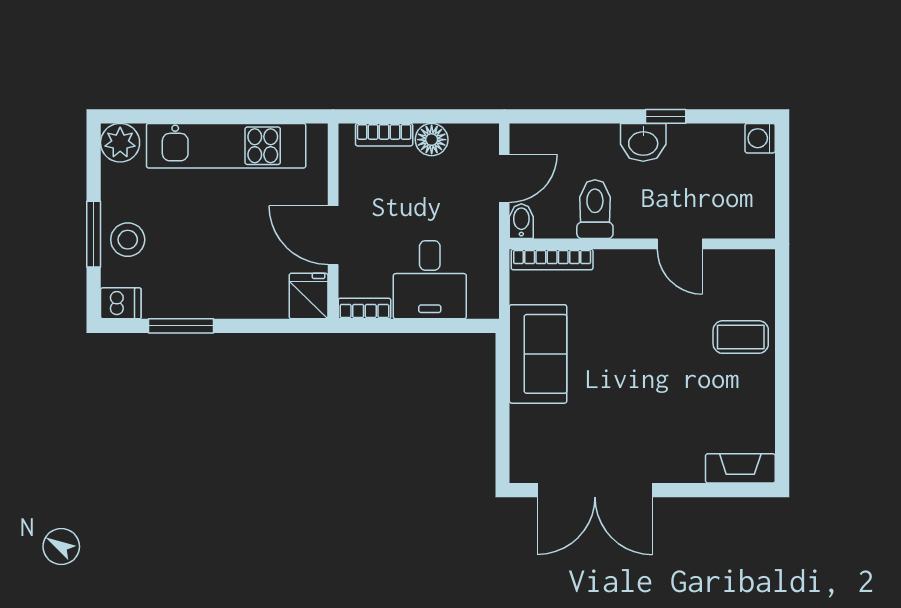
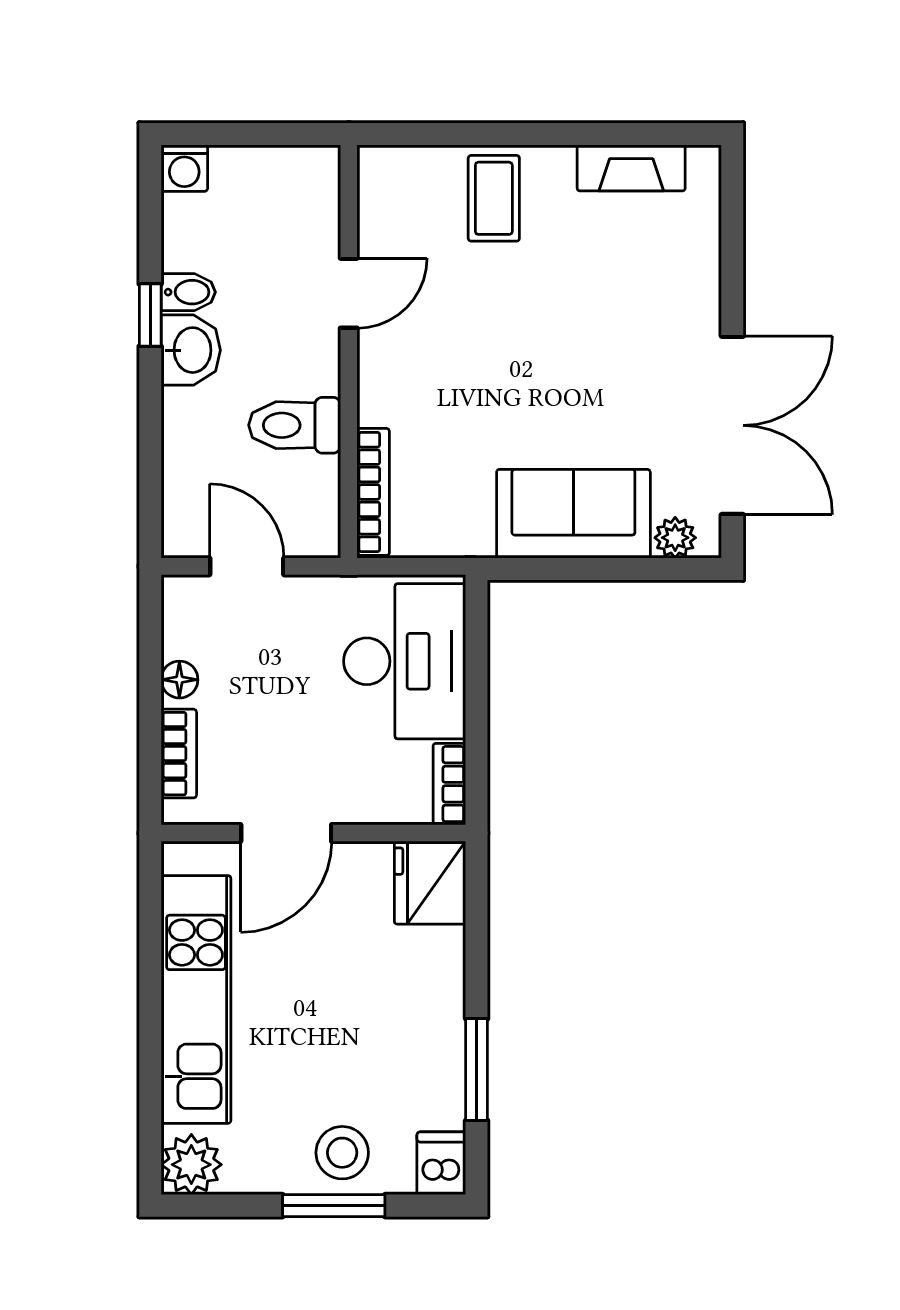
floor lamp: (432, 140) -> (179, 680), width x0.73, depth x0.73
bidet: (521, 221) -> (188, 292), moved, turned 180
door: (333, 235) -> (286, 833), moved
desk: (430, 280) -> (405, 661), width x1.37
fridge: (309, 296) -> (430, 883), width x1.38
sofa: (538, 354) -> (573, 514), moved
plant: (523, 453) -> (675, 538), added
fireplace: (740, 468) -> (631, 168), moved, turned -90

